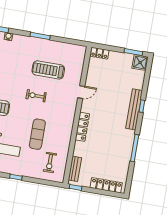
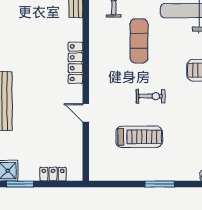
locker: (100, 53) -> (53, 174), moved
door: (81, 92) -> (86, 113), hinge flipped

